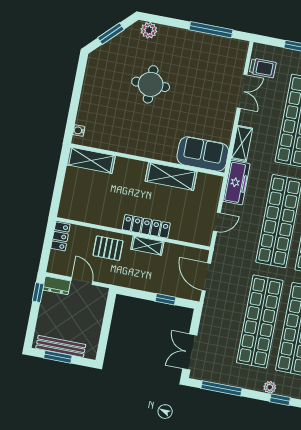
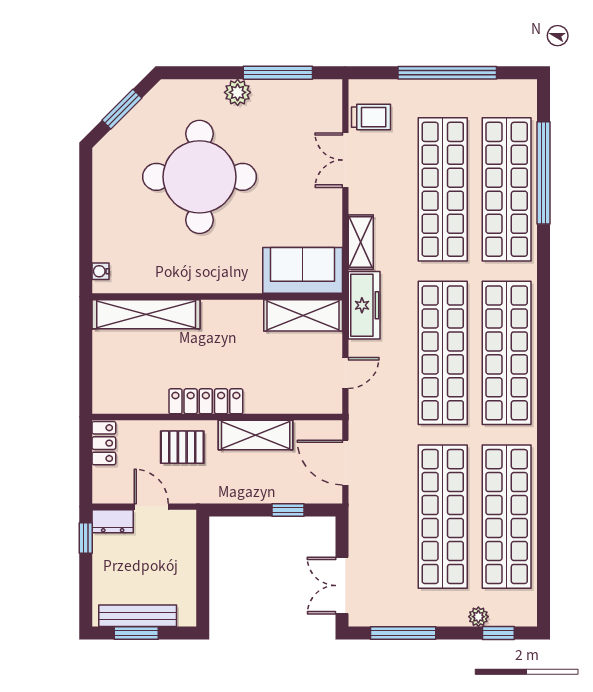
plant: (149, 30) -> (238, 92), moved
round table: (151, 84) -> (200, 177), width x1.86, depth x1.86
double door: (242, 91) -> (345, 160), swing flipped
shelving: (91, 160) -> (146, 314), width x1.47
shelving: (171, 176) -> (303, 315), moved
locker: (146, 226) -> (206, 401), moved
shelving: (147, 246) -> (256, 435), width x1.50, depth x1.33

